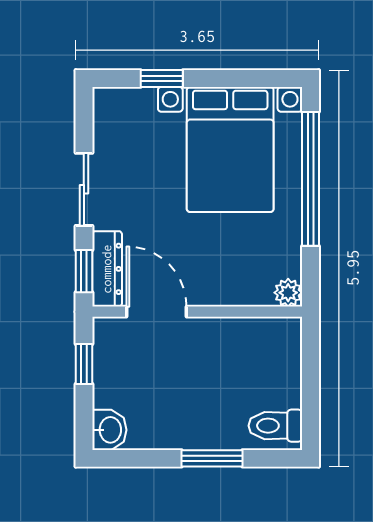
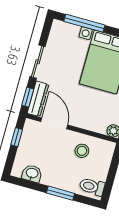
window: (162, 78) -> (84, 23), width x2.17
stool: (233, 354) -> (82, 151), added
washbasin: (109, 430) -> (32, 173), moved, turned -90

